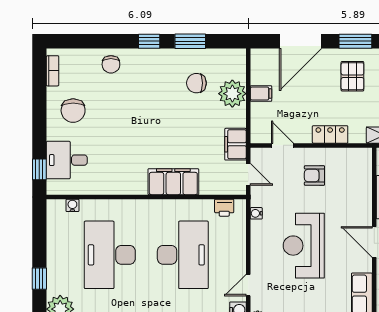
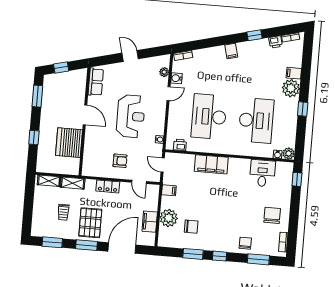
window: (89, 41) -> (258, 259), added
pallet: (352, 76) -> (90, 223), width x1.50, depth x1.42
filing cabinet: (261, 93) -> (150, 222), width x2.00
filing cabinet: (235, 144) -> (169, 190), width x0.50
desk: (67, 160) -> (262, 173), moved, turned -90
plant: (56, 208) -> (289, 153), added

